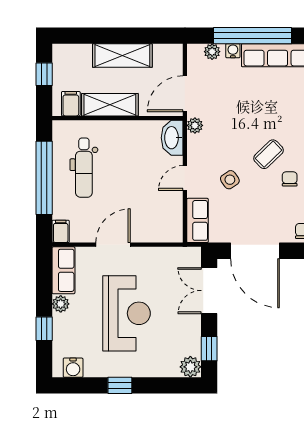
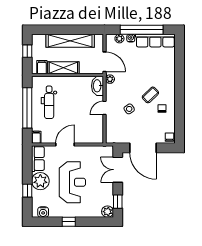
shelving: (122, 56) -> (70, 41), width x1.47
door: (185, 94) -> (104, 62), swing flipped
row of seats: (198, 220) -> (111, 131), removed
plant: (61, 304) -> (40, 181), width x1.88, depth x1.88

